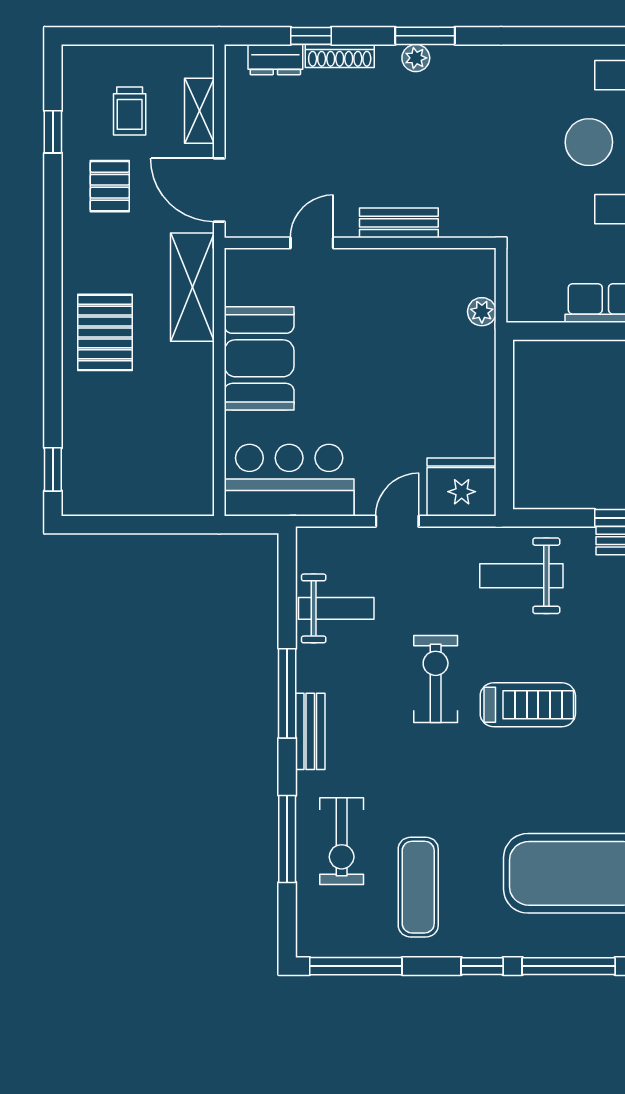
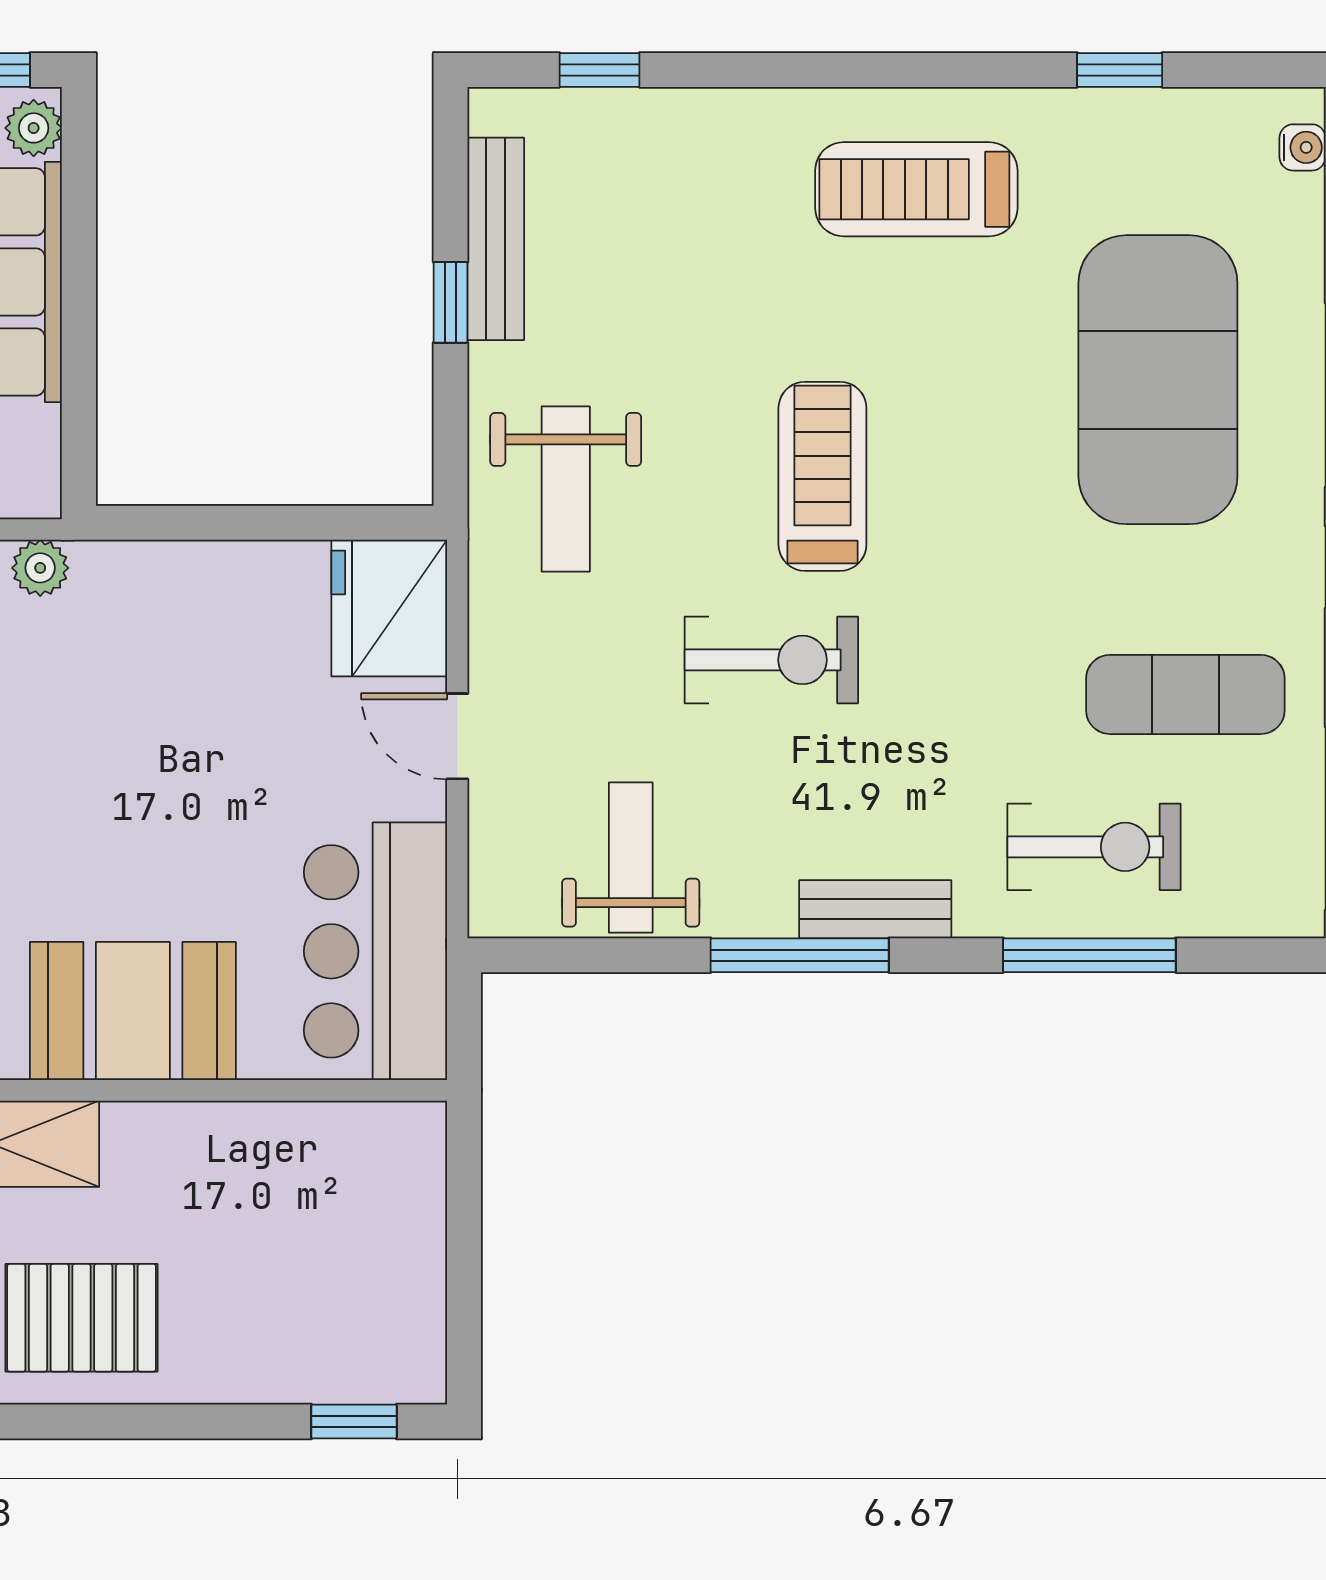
exercise bike: (436, 679) -> (771, 660), turned 180

